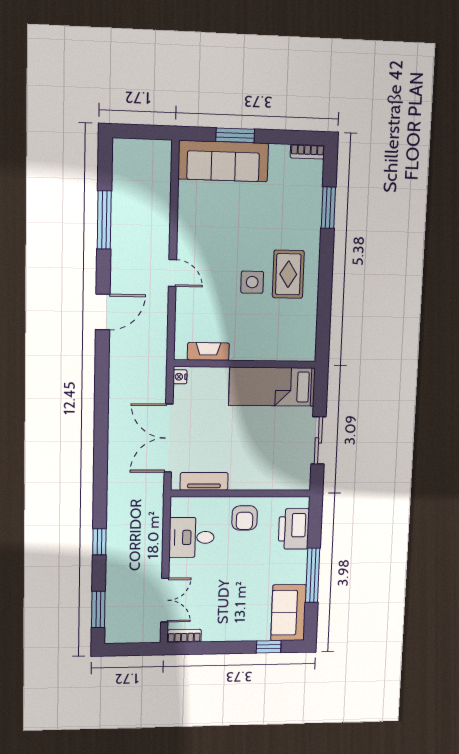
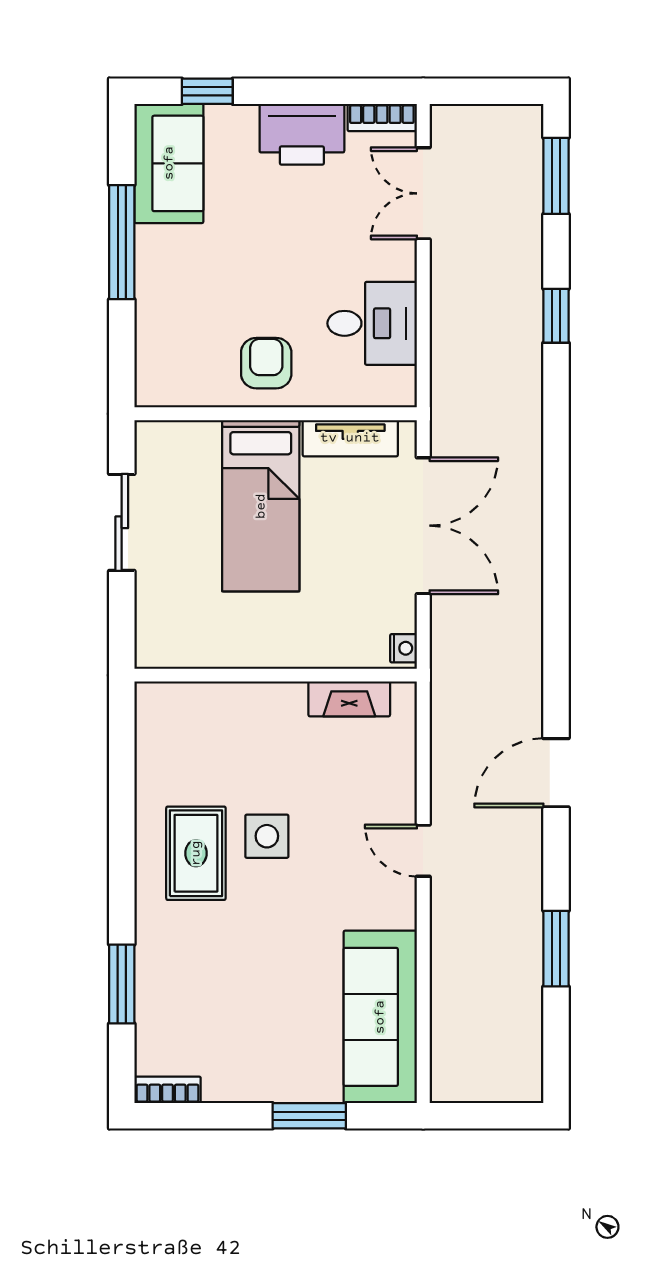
sofa: (223, 161) -> (380, 1017), moved, turned -90
window: (104, 220) -> (556, 949), width x0.69
bed: (272, 387) -> (261, 506), moved, turned 90
printer: (294, 529) -> (302, 134), moved, turned 90

